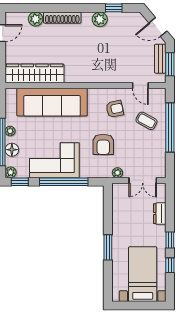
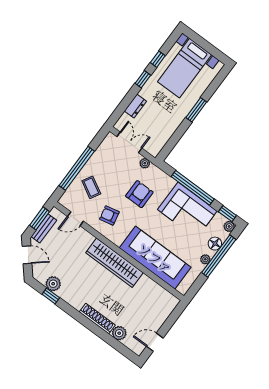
plant: (100, 19) -> (53, 284), moved
wardrobe: (35, 73) -> (114, 263), moved
door: (140, 86) -> (75, 219), swing flipped

